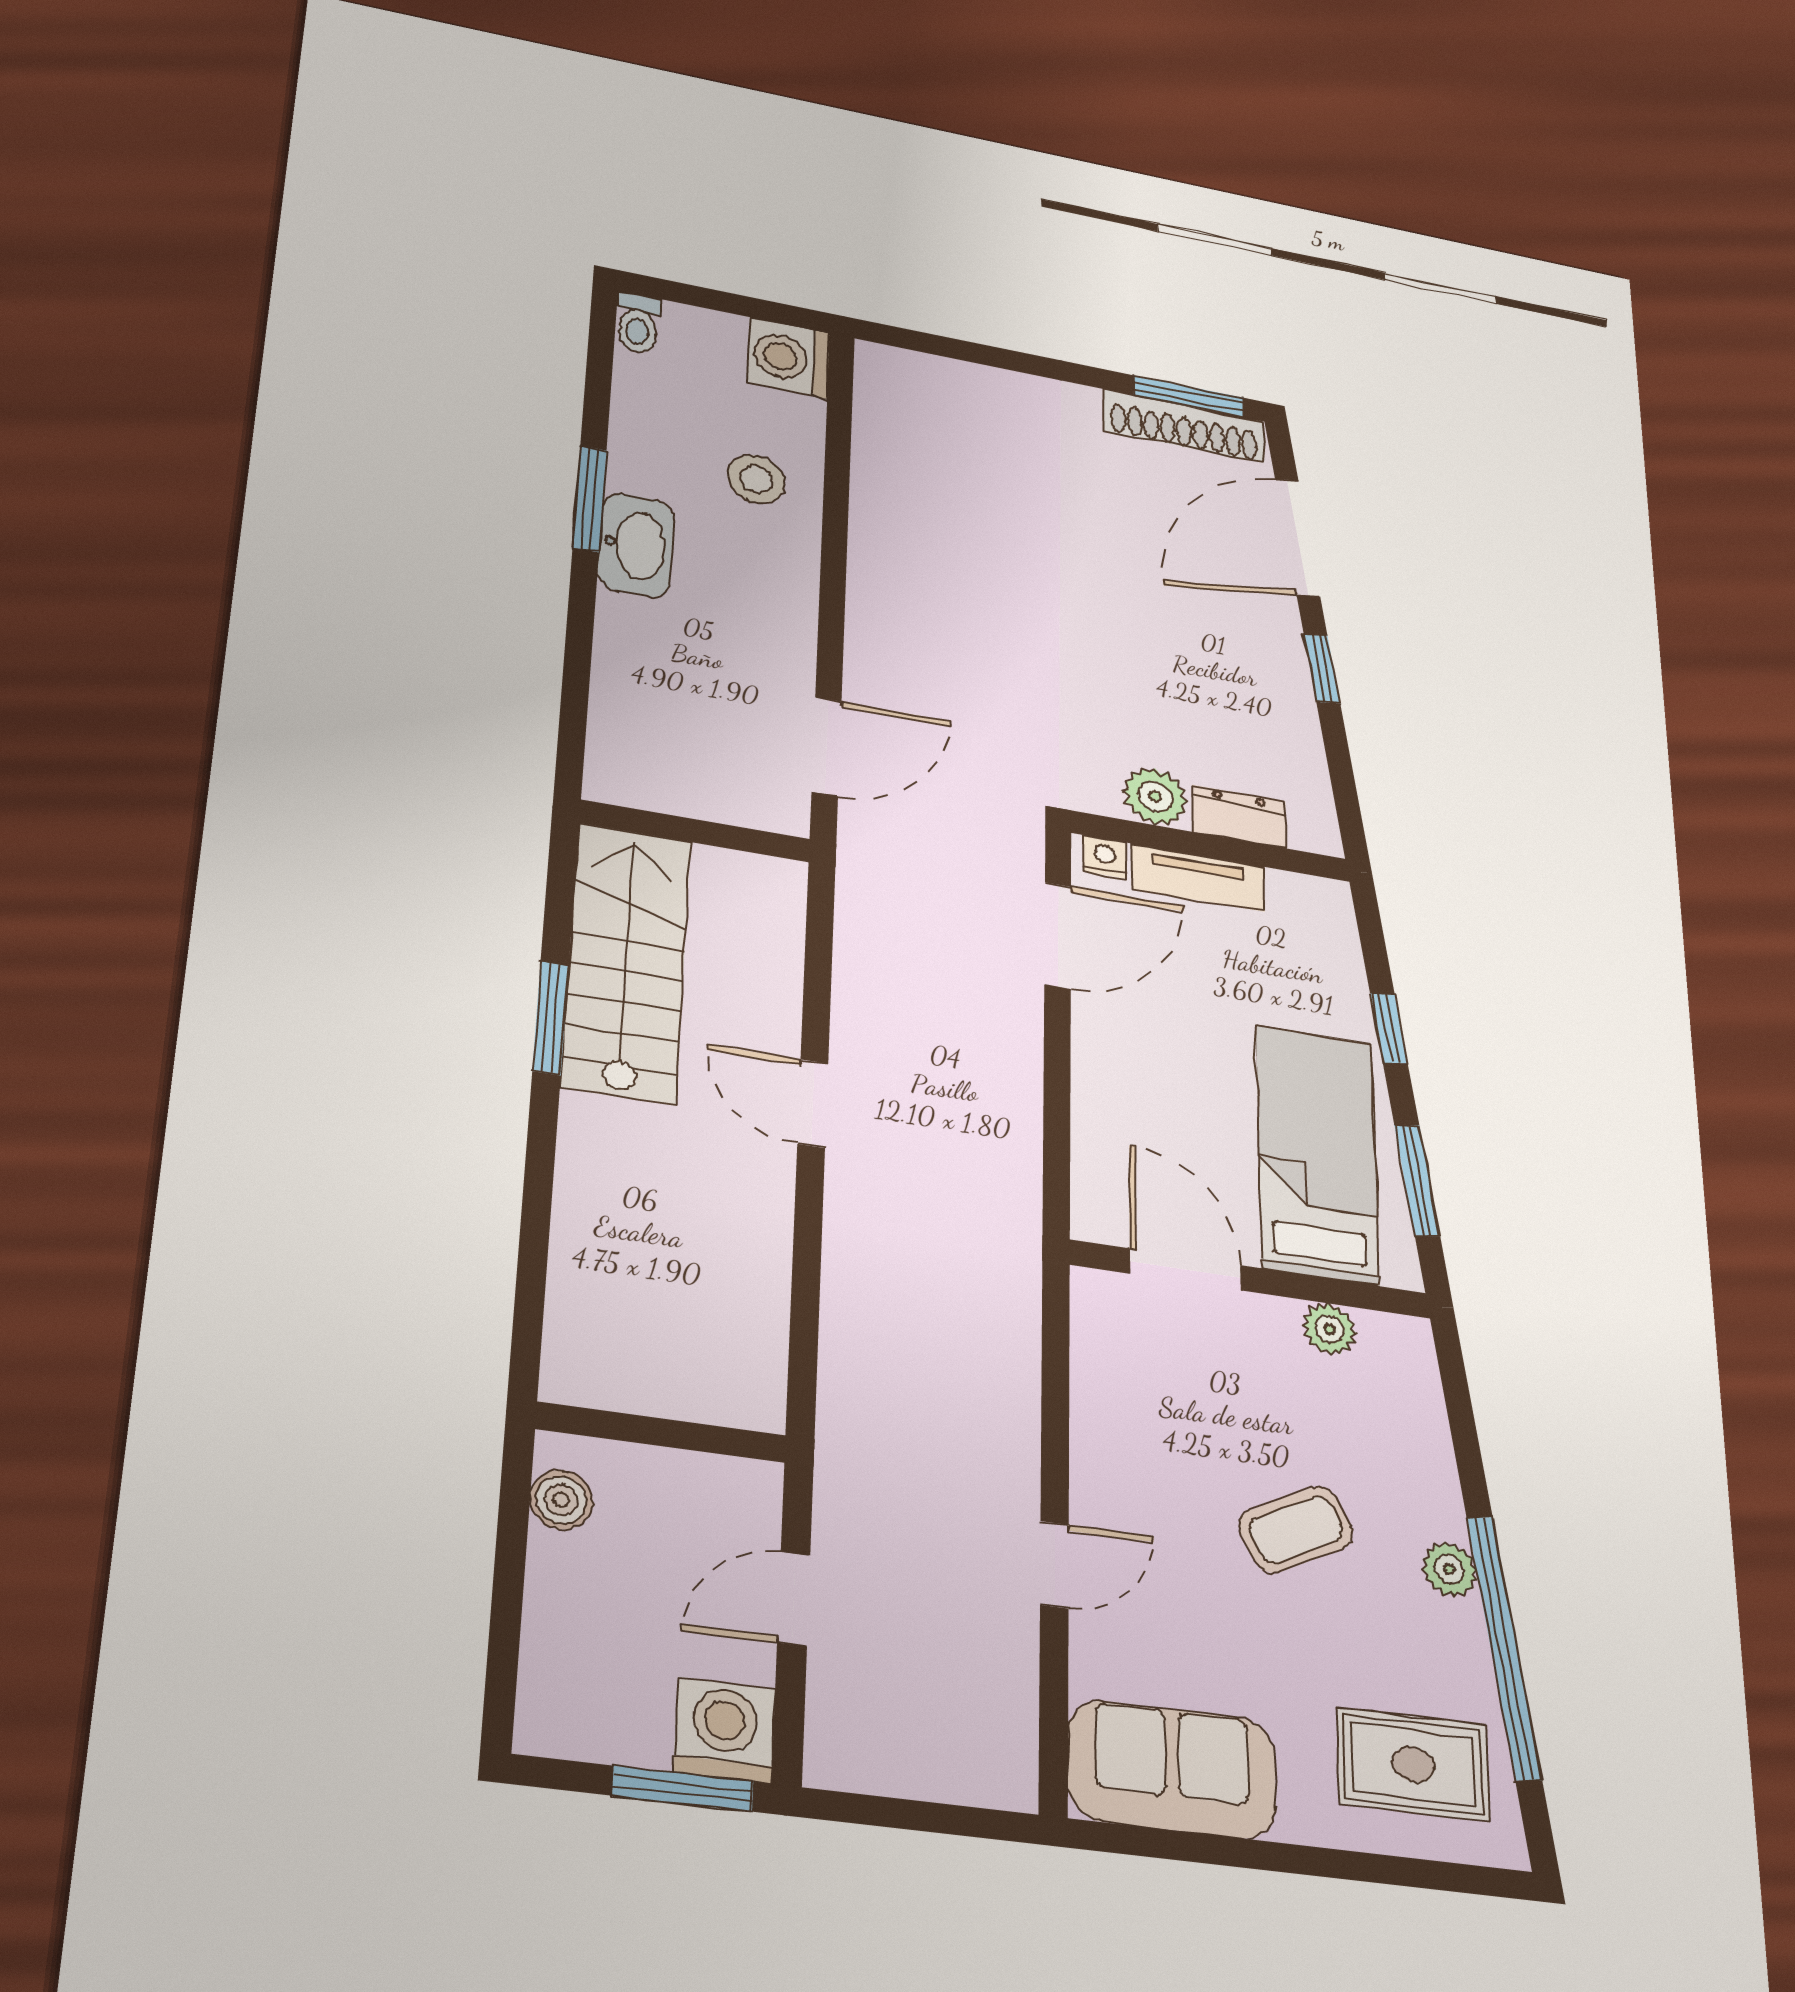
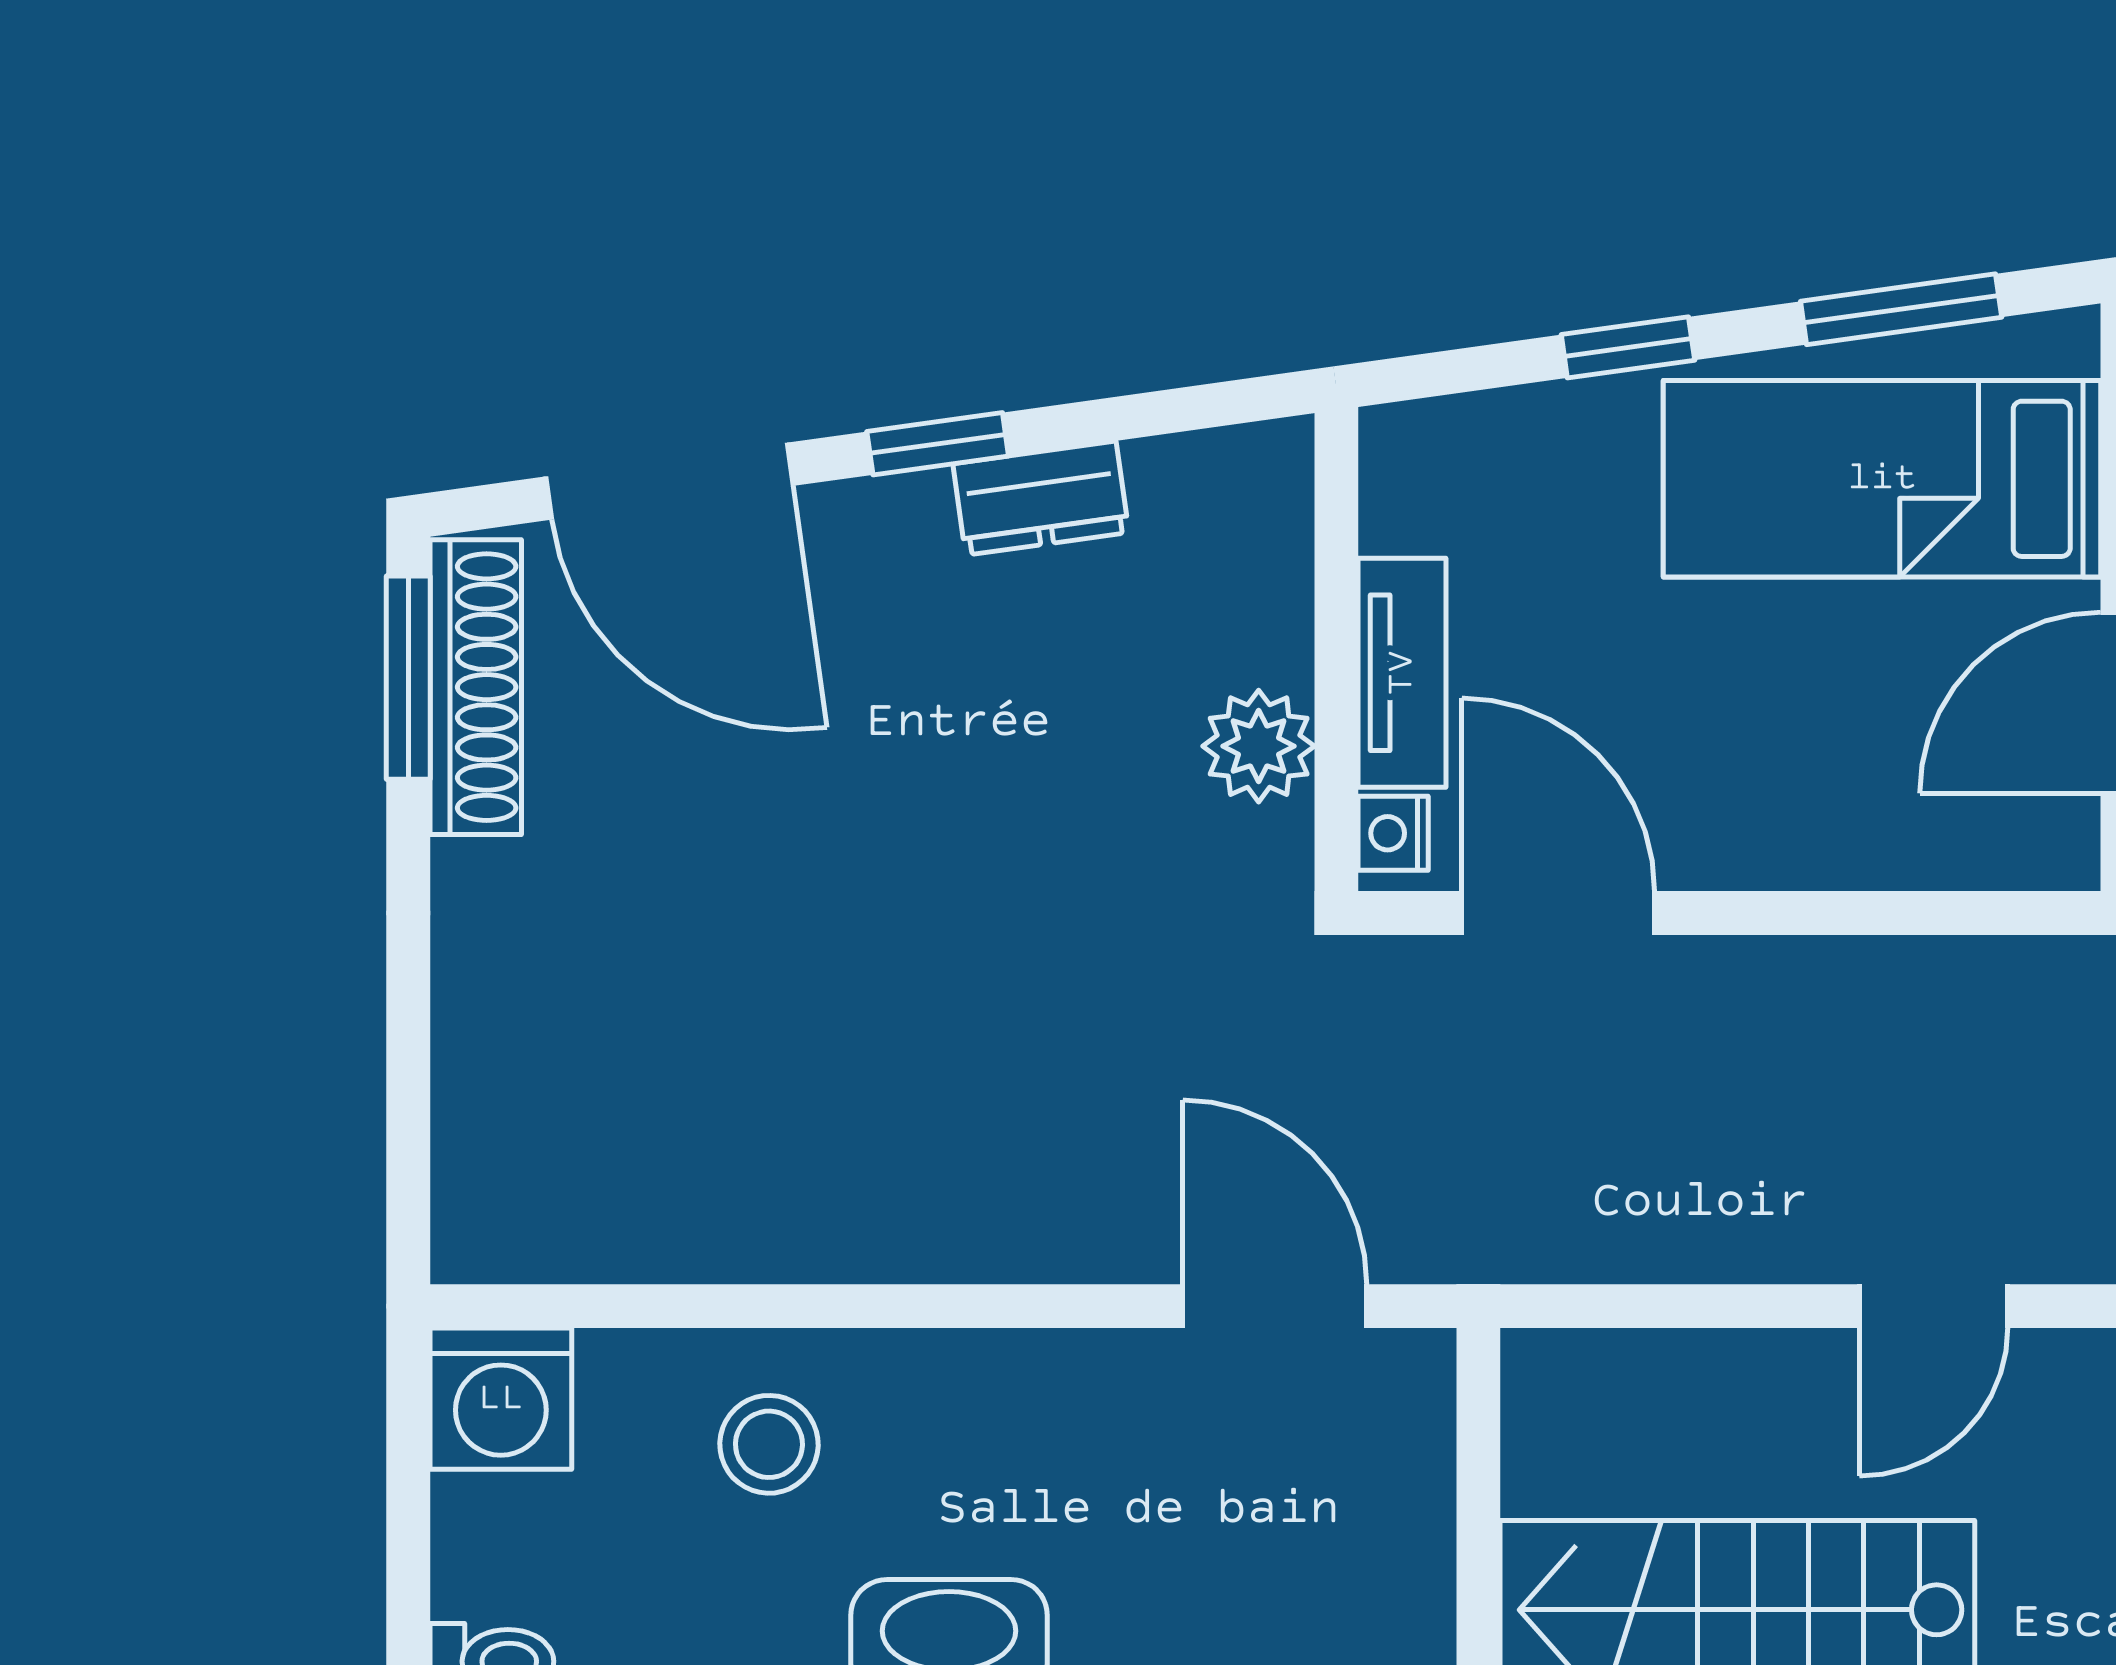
dresser: (1239, 817) -> (1041, 498), moved, turned -98

